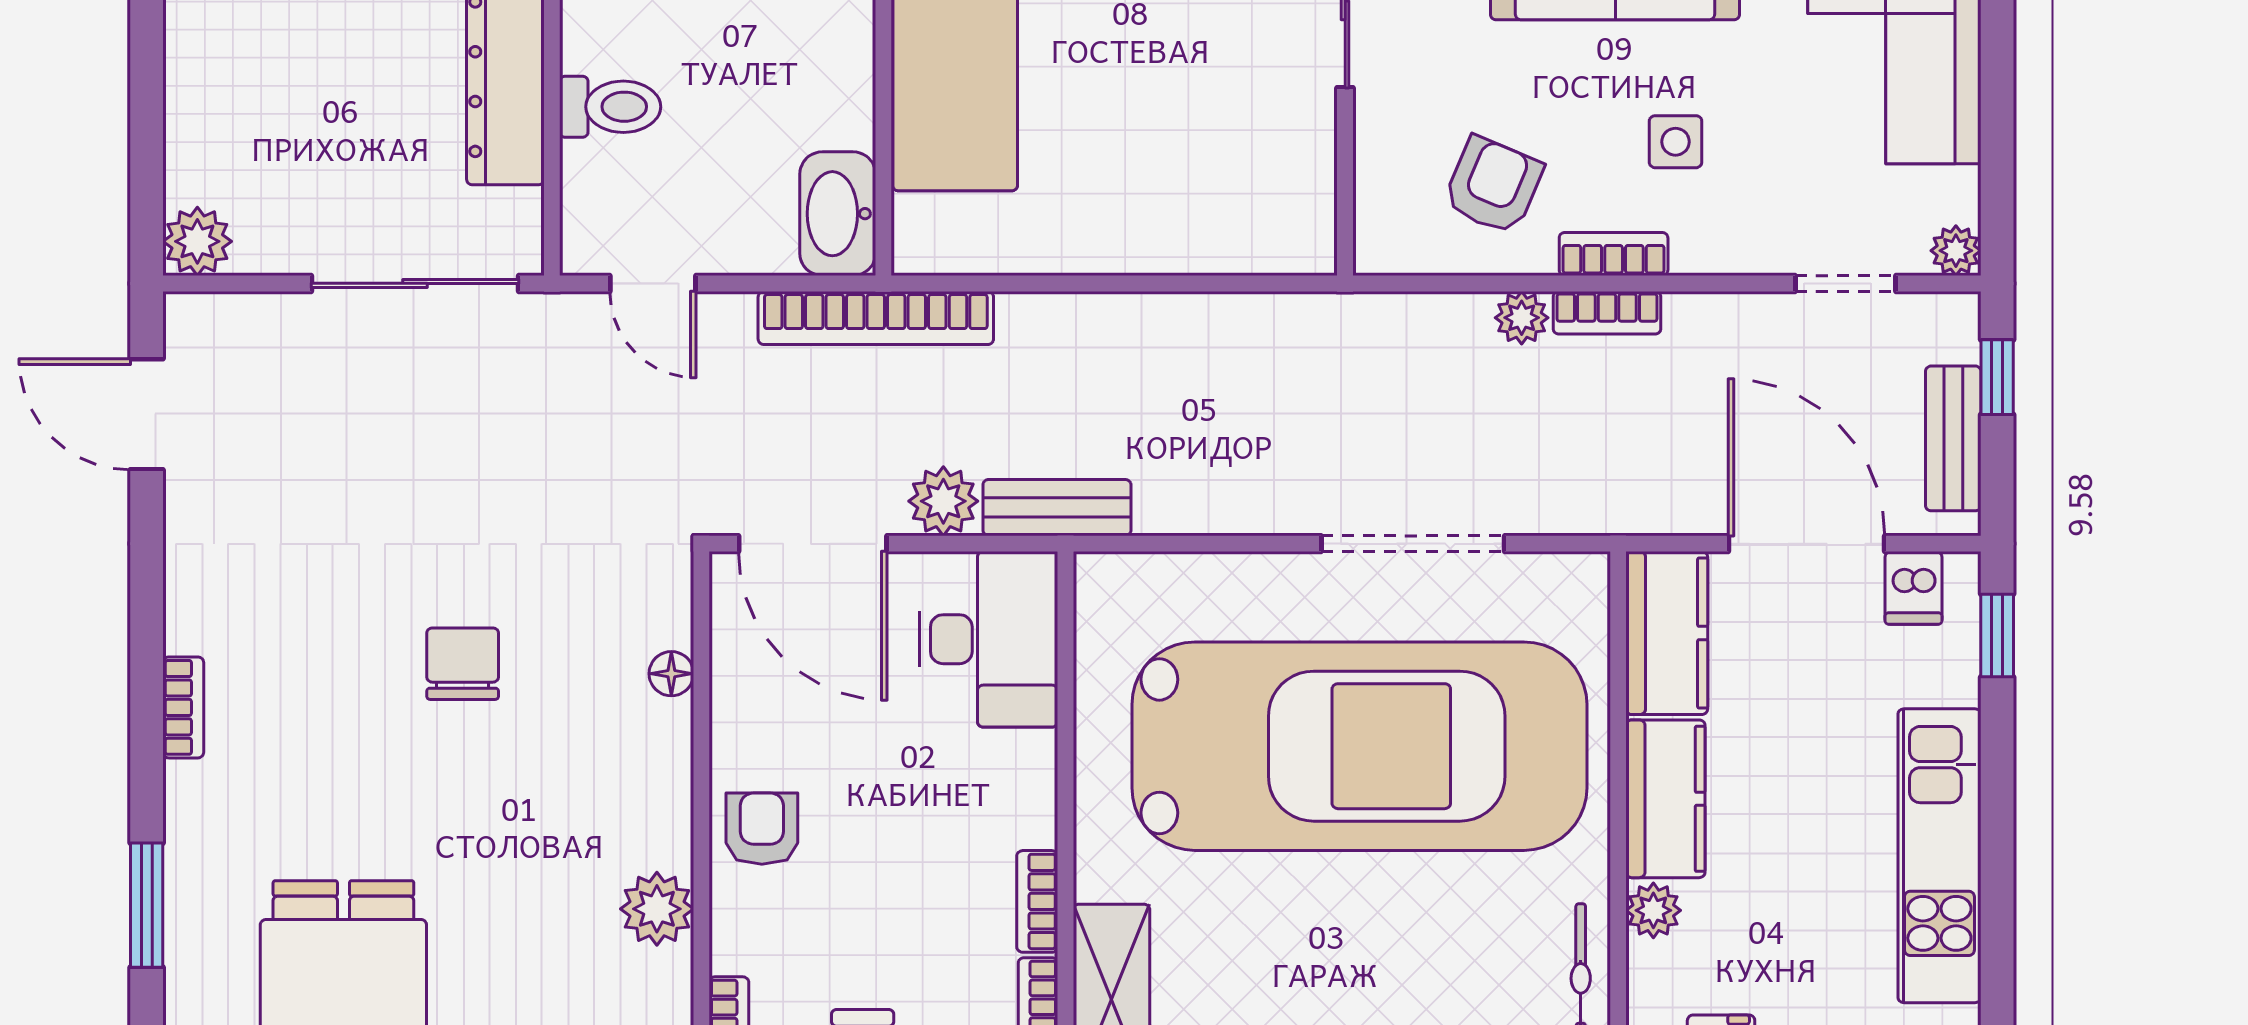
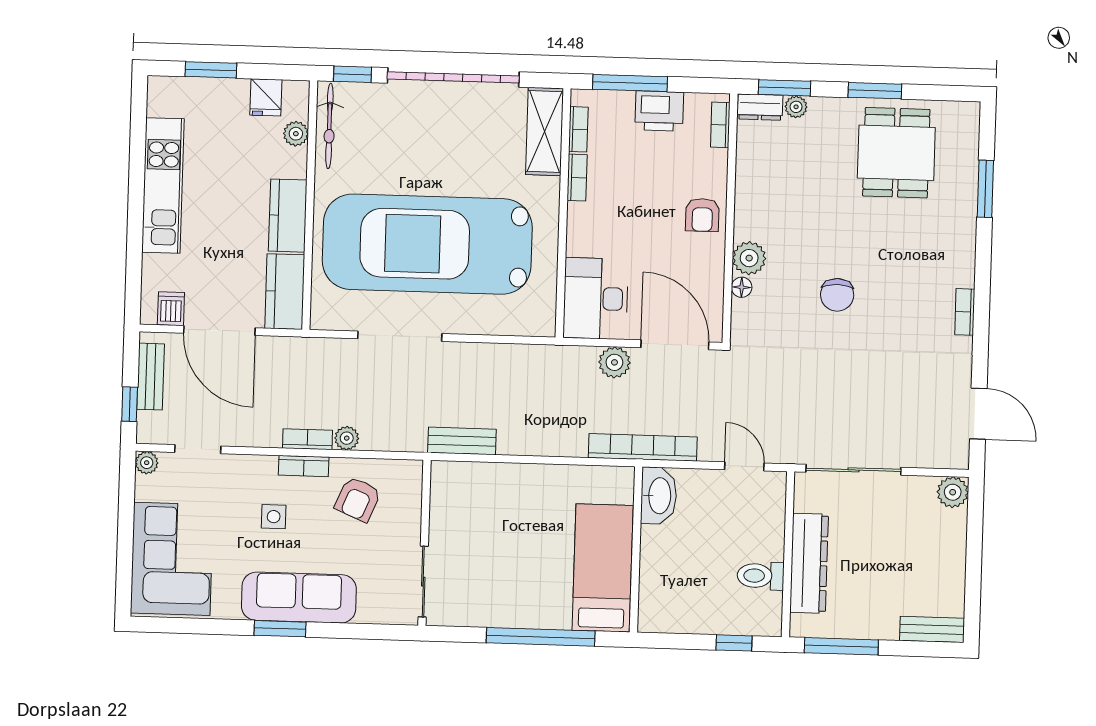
toilet: (610, 107) -> (761, 576), moved
bench: (1057, 508) -> (462, 441), moved
window: (1997, 635) -> (133, 286), removed
bookcase: (183, 707) -> (965, 312), moved
plant: (657, 909) -> (749, 258), moved
plant: (1653, 910) -> (296, 134), moved

